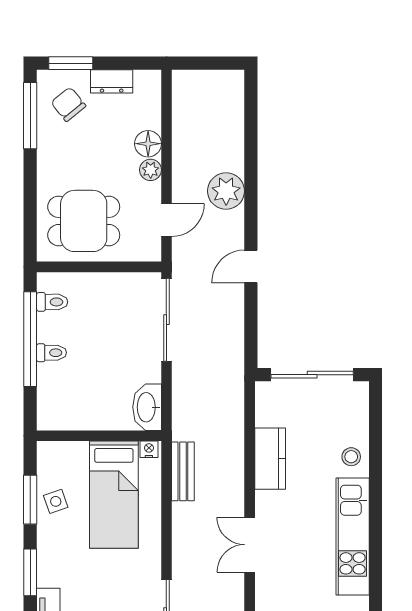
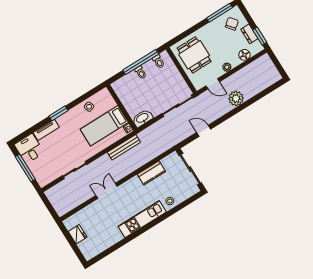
window: (71, 63) -> (260, 36), moved
floor lamp: (148, 144) -> (244, 55), moved
door: (251, 266) -> (204, 131), moved
bench: (183, 471) -> (124, 147), width x1.36
window: (30, 500) -> (84, 97), removed
double door: (250, 545) -> (107, 191), moved

